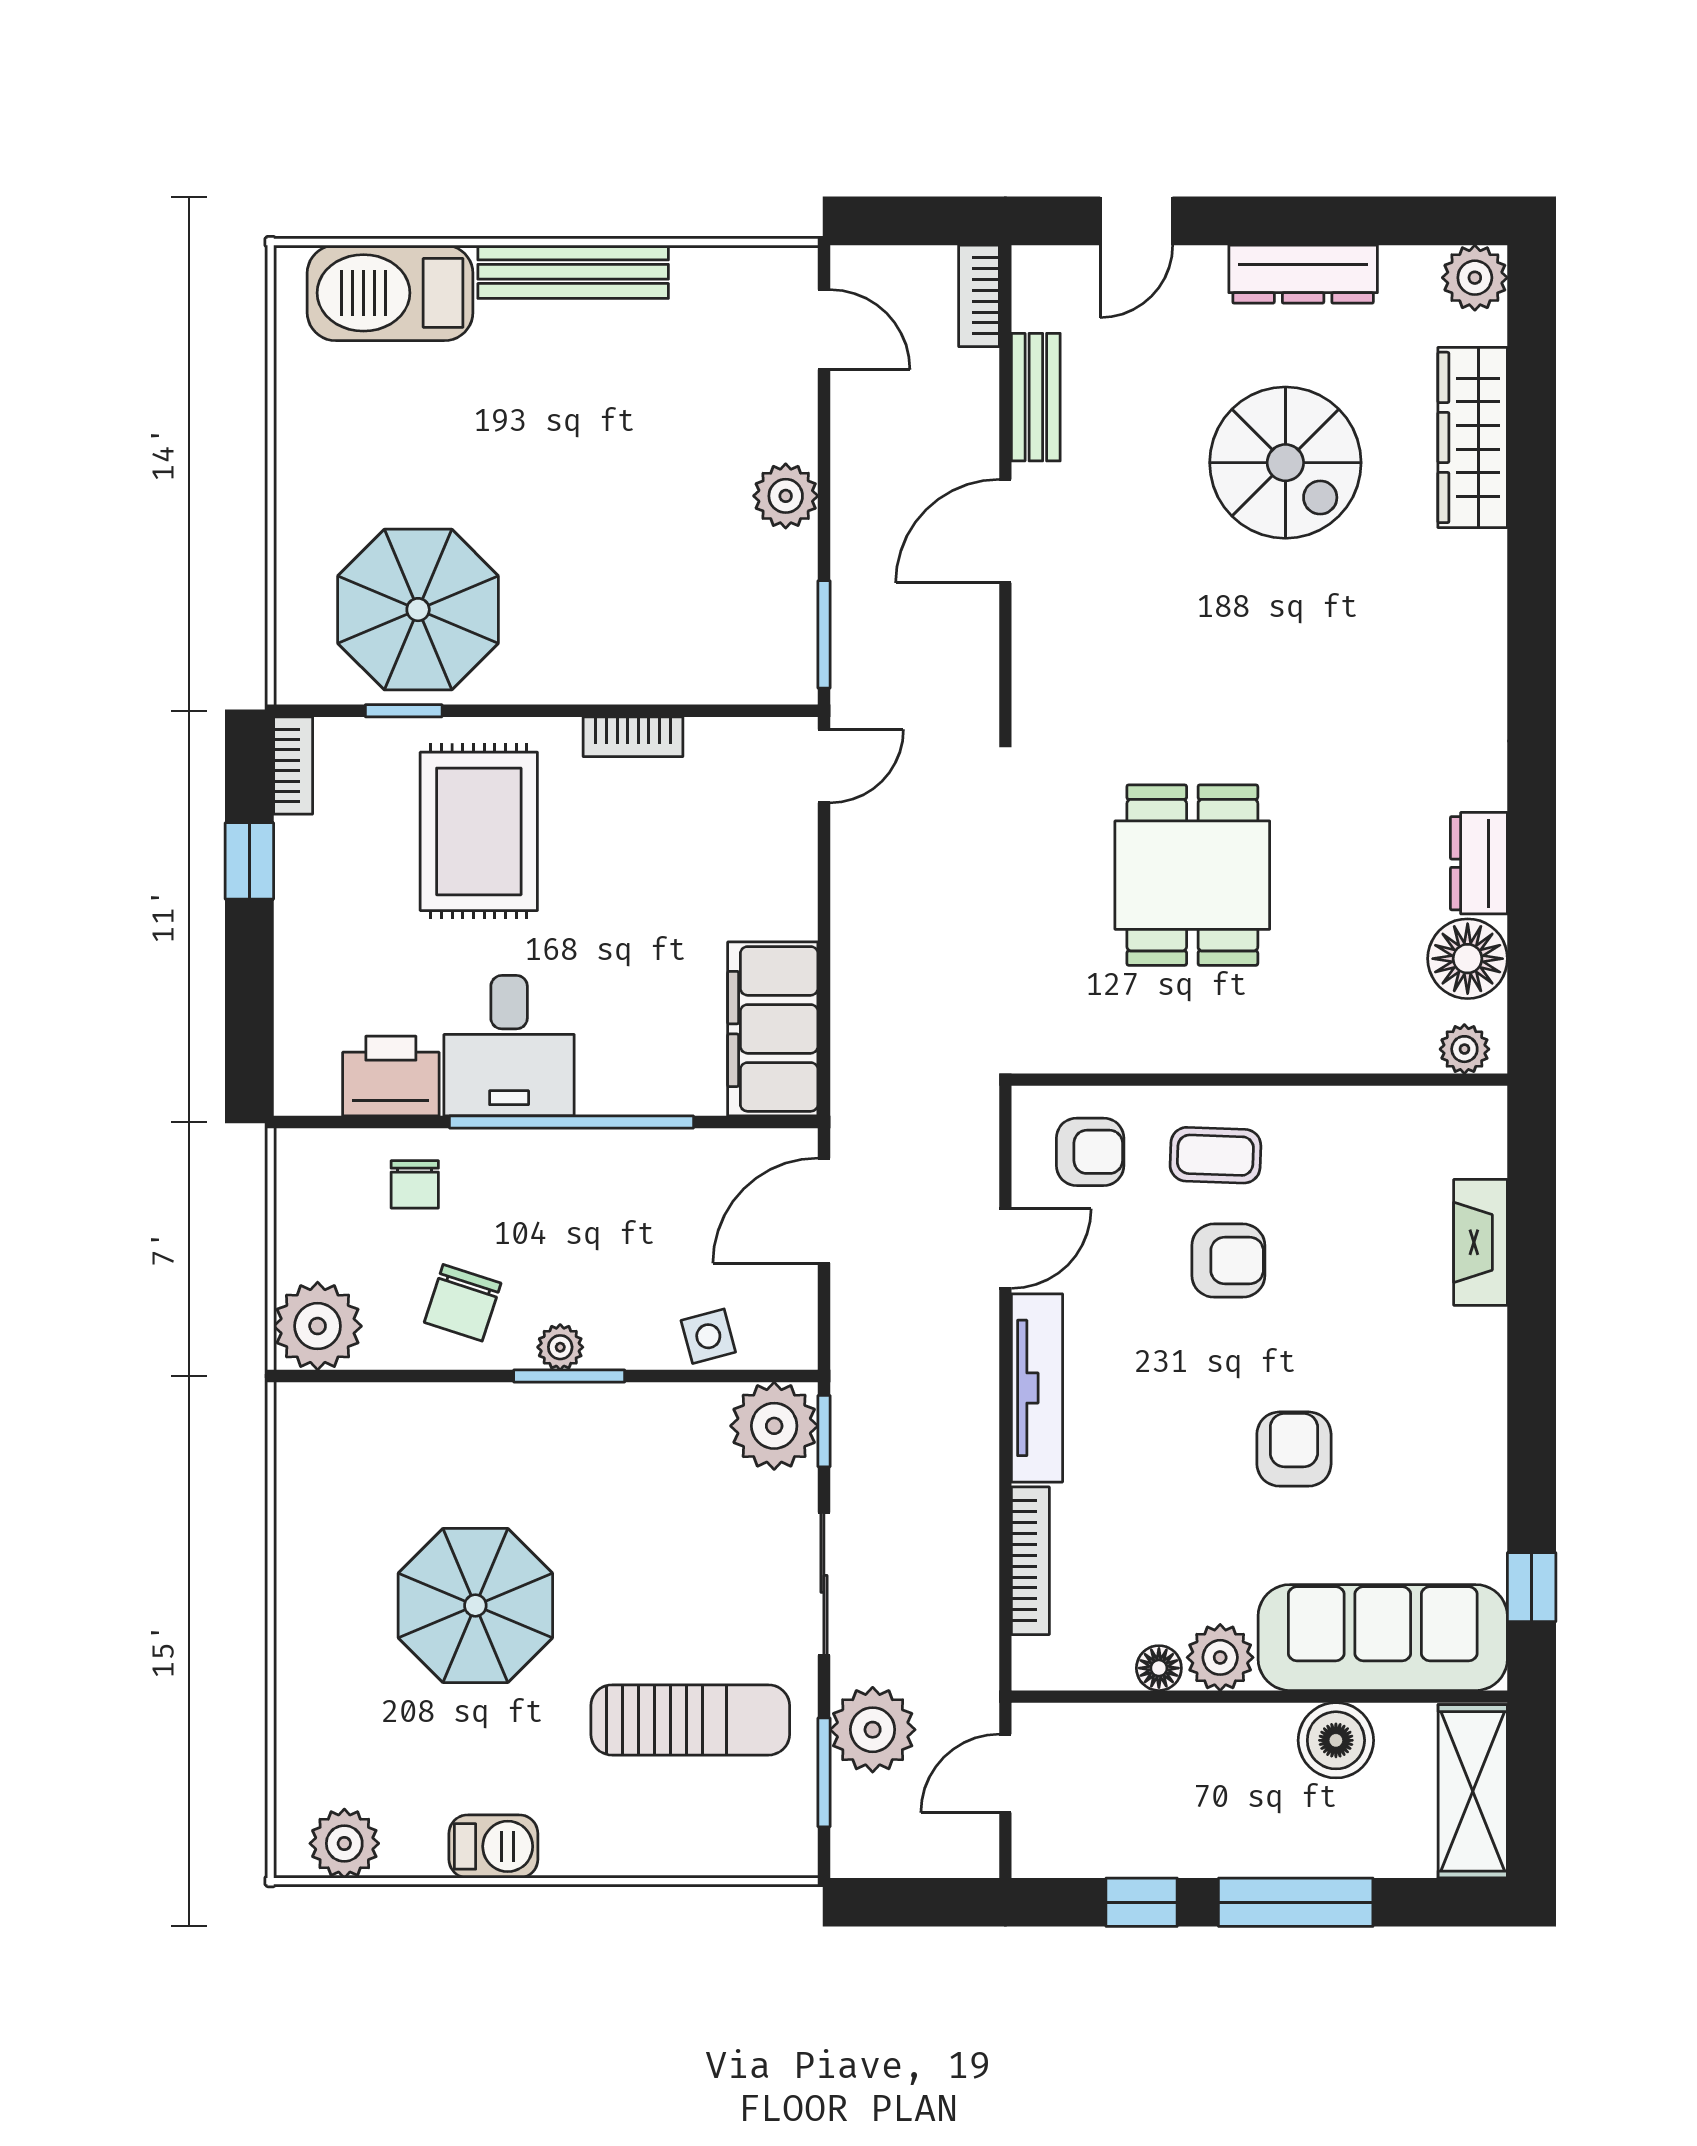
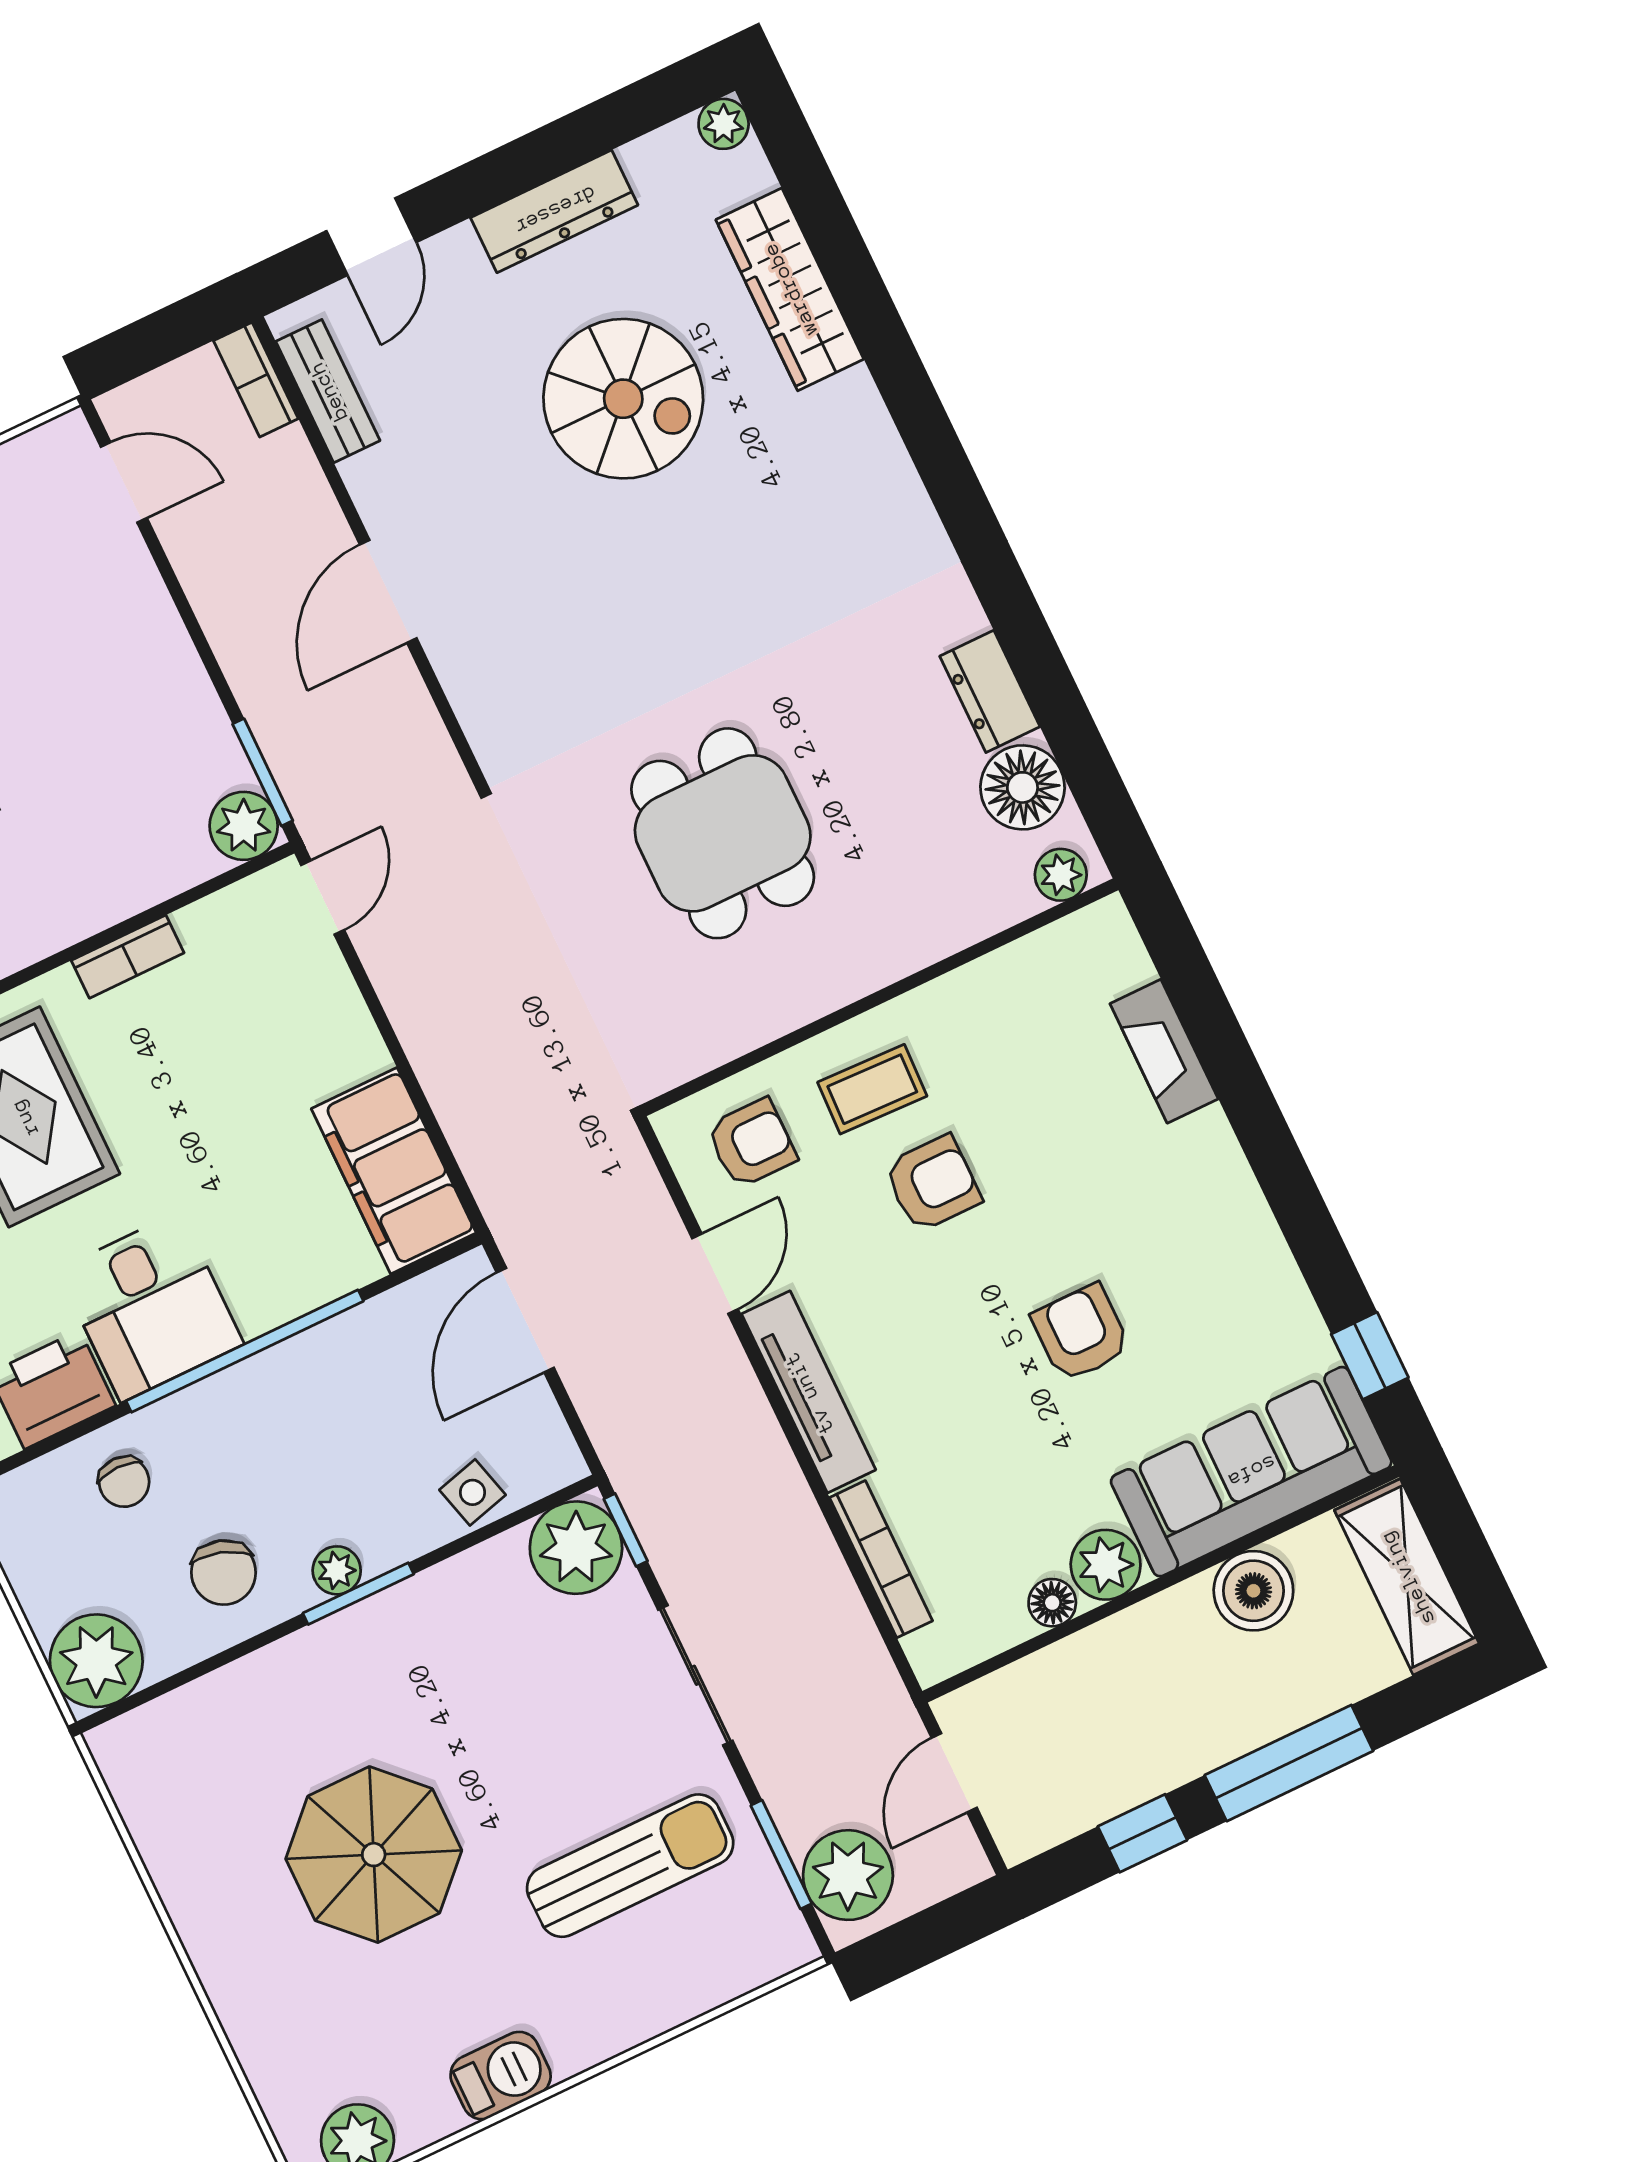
plant: (1475, 278) -> (724, 124), width x0.73, depth x0.73
bench: (1036, 397) -> (328, 391), moved
plant: (786, 496) -> (244, 826), moved
plant: (873, 1730) -> (848, 1875), moved

